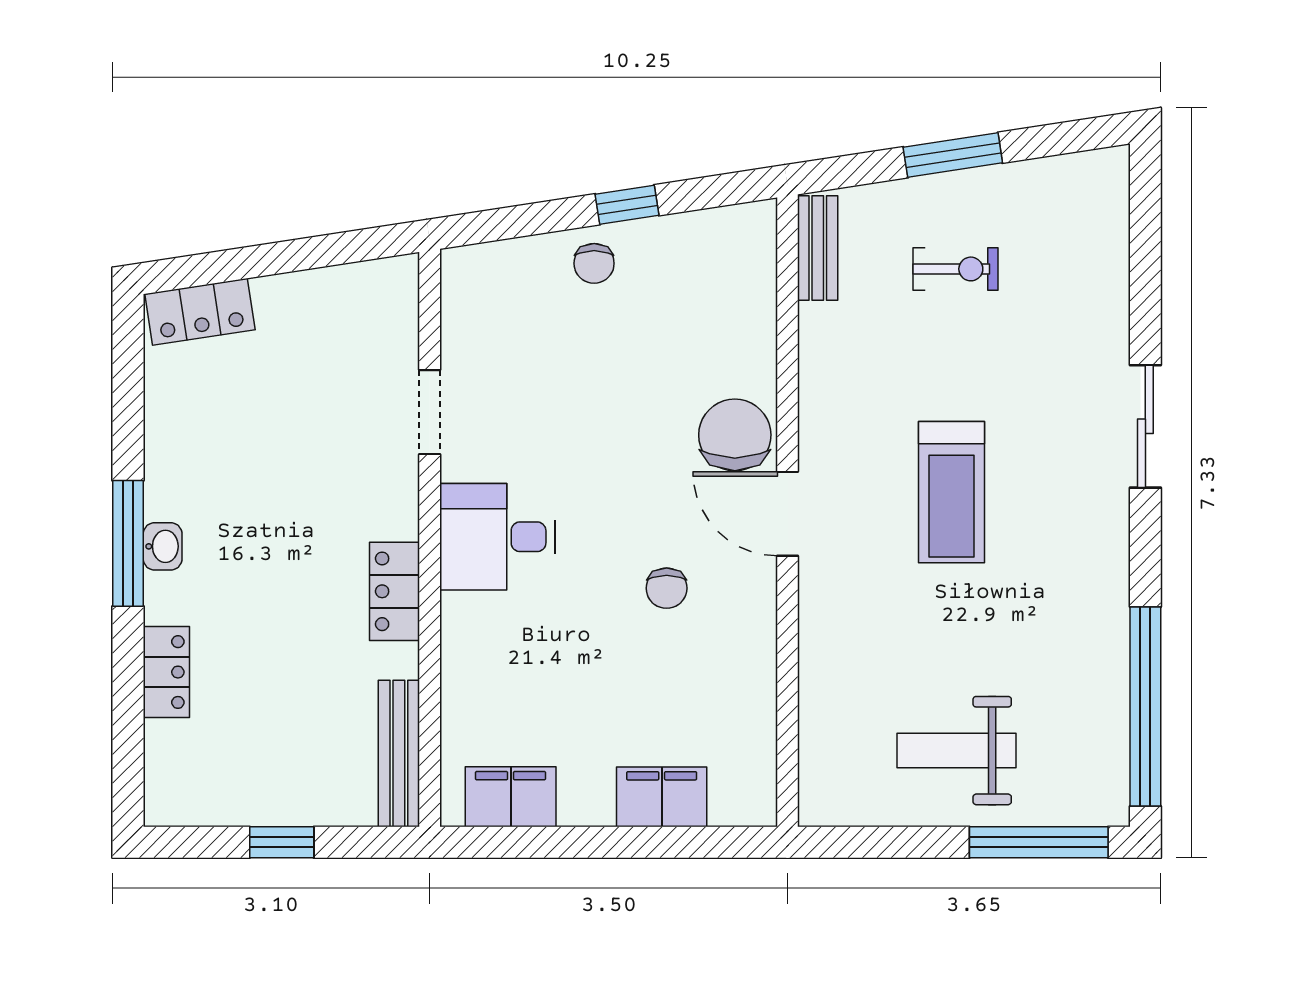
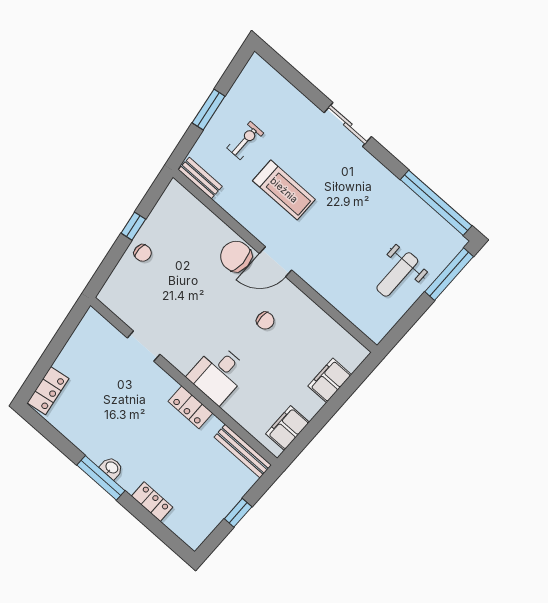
treadmill: (951, 492) -> (284, 190), moved
desk: (497, 537) -> (218, 374), moved

